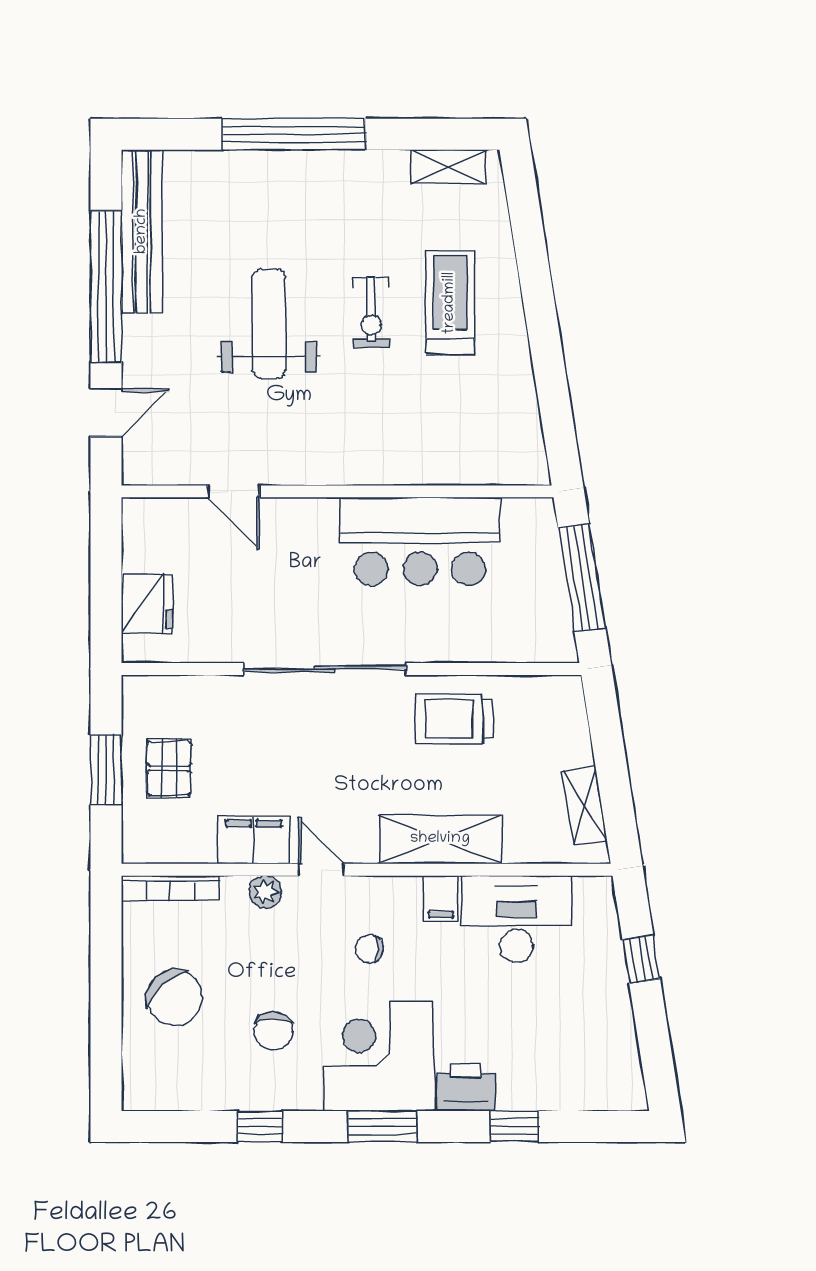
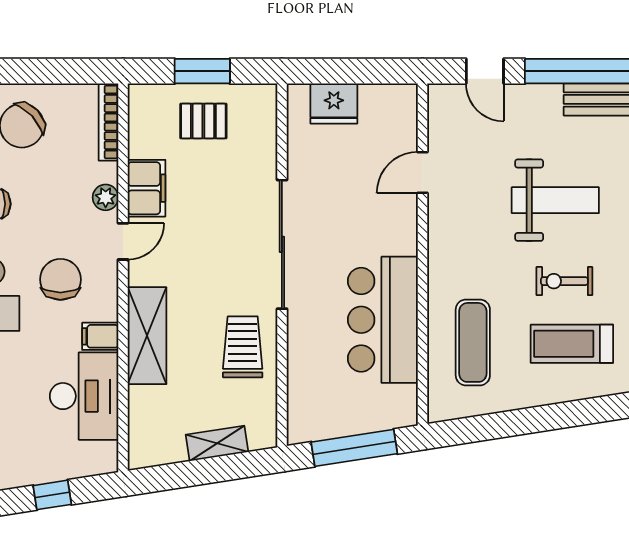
treadmill: (450, 303) -> (572, 344), turned 180
exercise mat: (449, 428) -> (473, 342), added
shelving: (585, 806) -> (217, 443), moved
chair: (369, 949) -> (60, 279), width x1.87, depth x1.87

